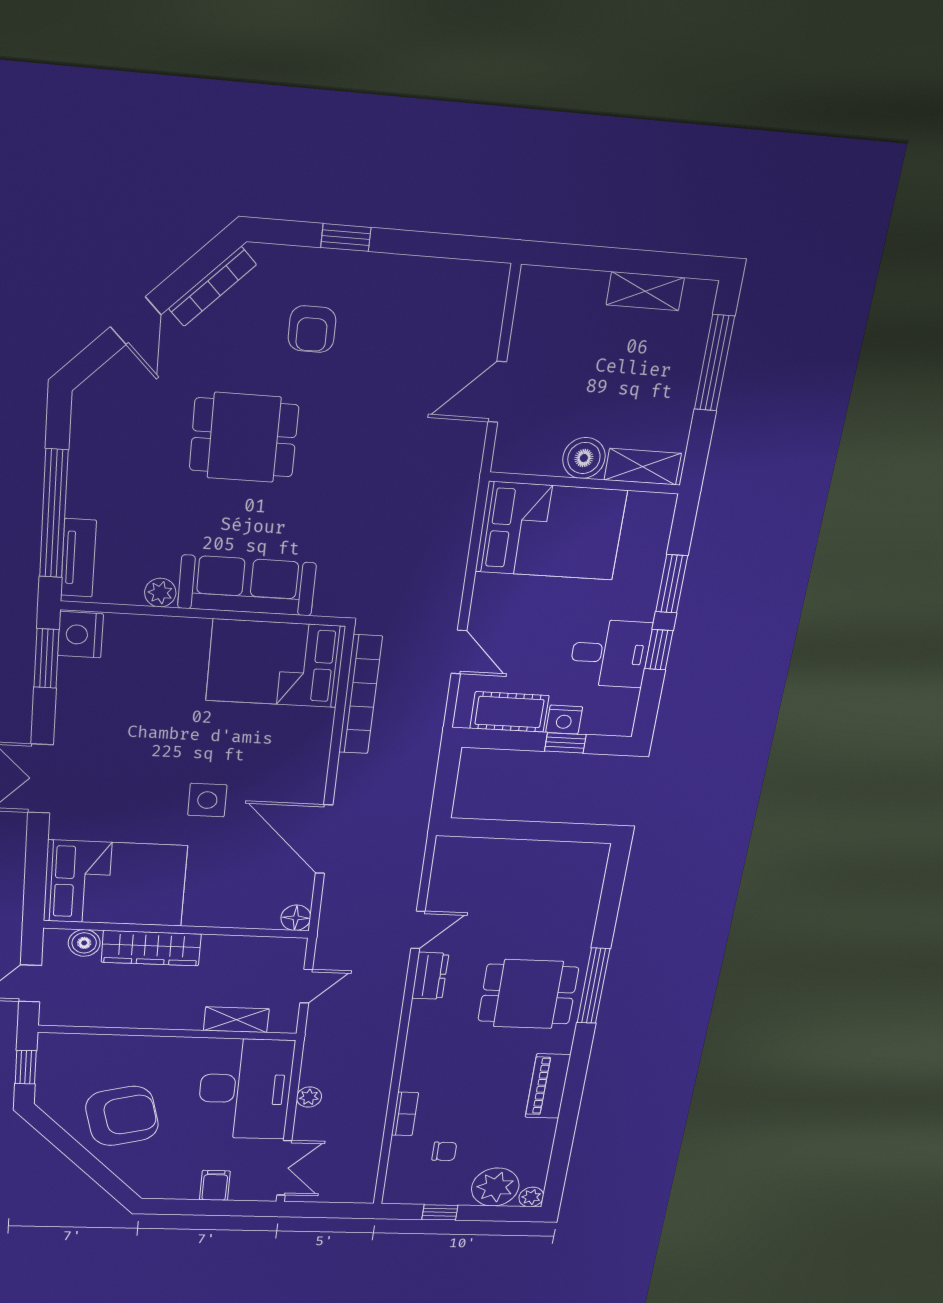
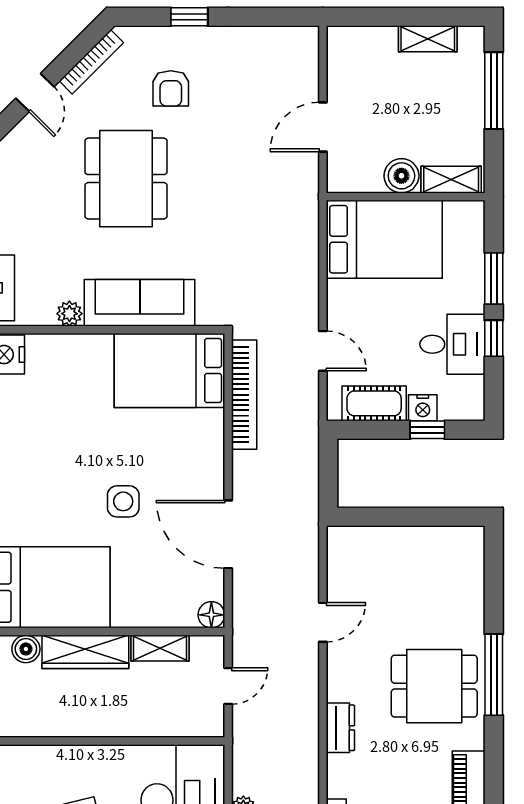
dining table: (244, 438) -> (126, 179), width x1.38
dresser: (430, 976) -> (340, 728), moved
shelving: (236, 1020) -> (160, 648), moved

